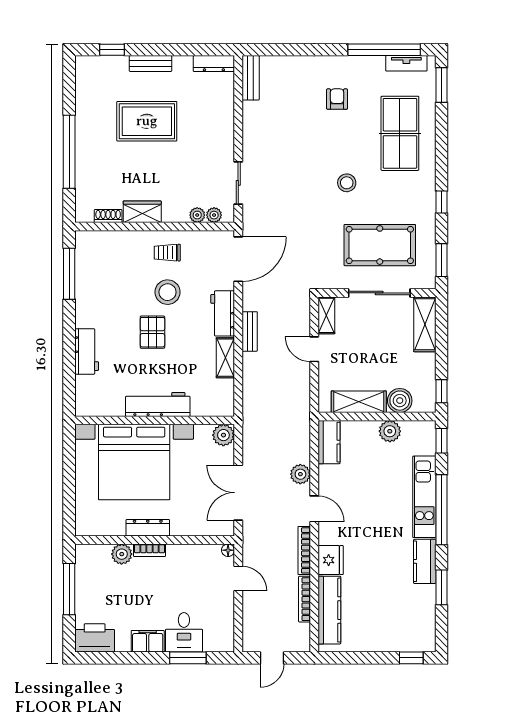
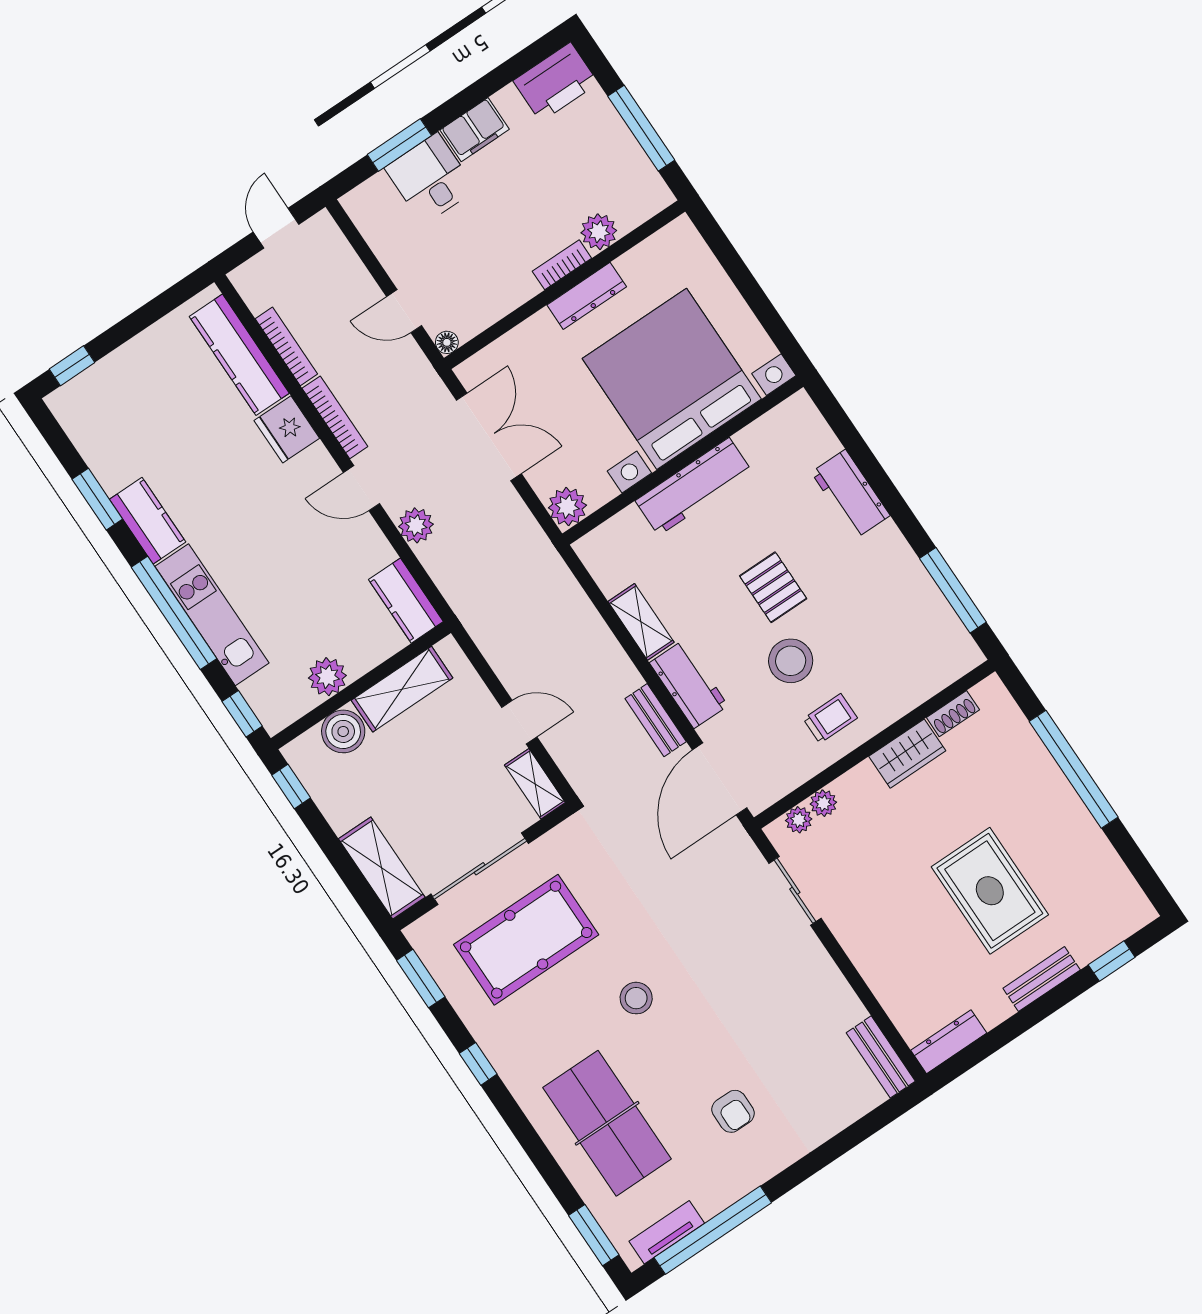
rug: (147, 121) -> (990, 891), turned 90
bench: (250, 331) -> (656, 720), moved

